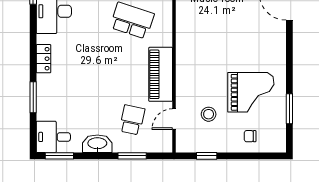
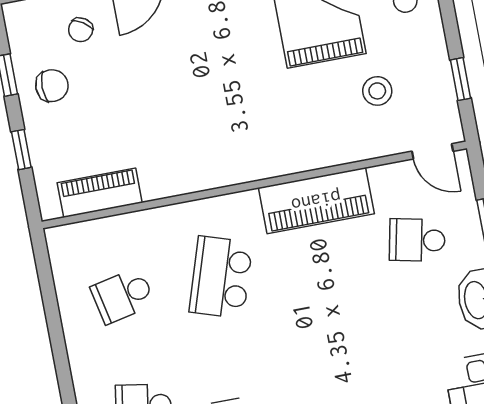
door: (174, 119) -> (433, 151), moved

